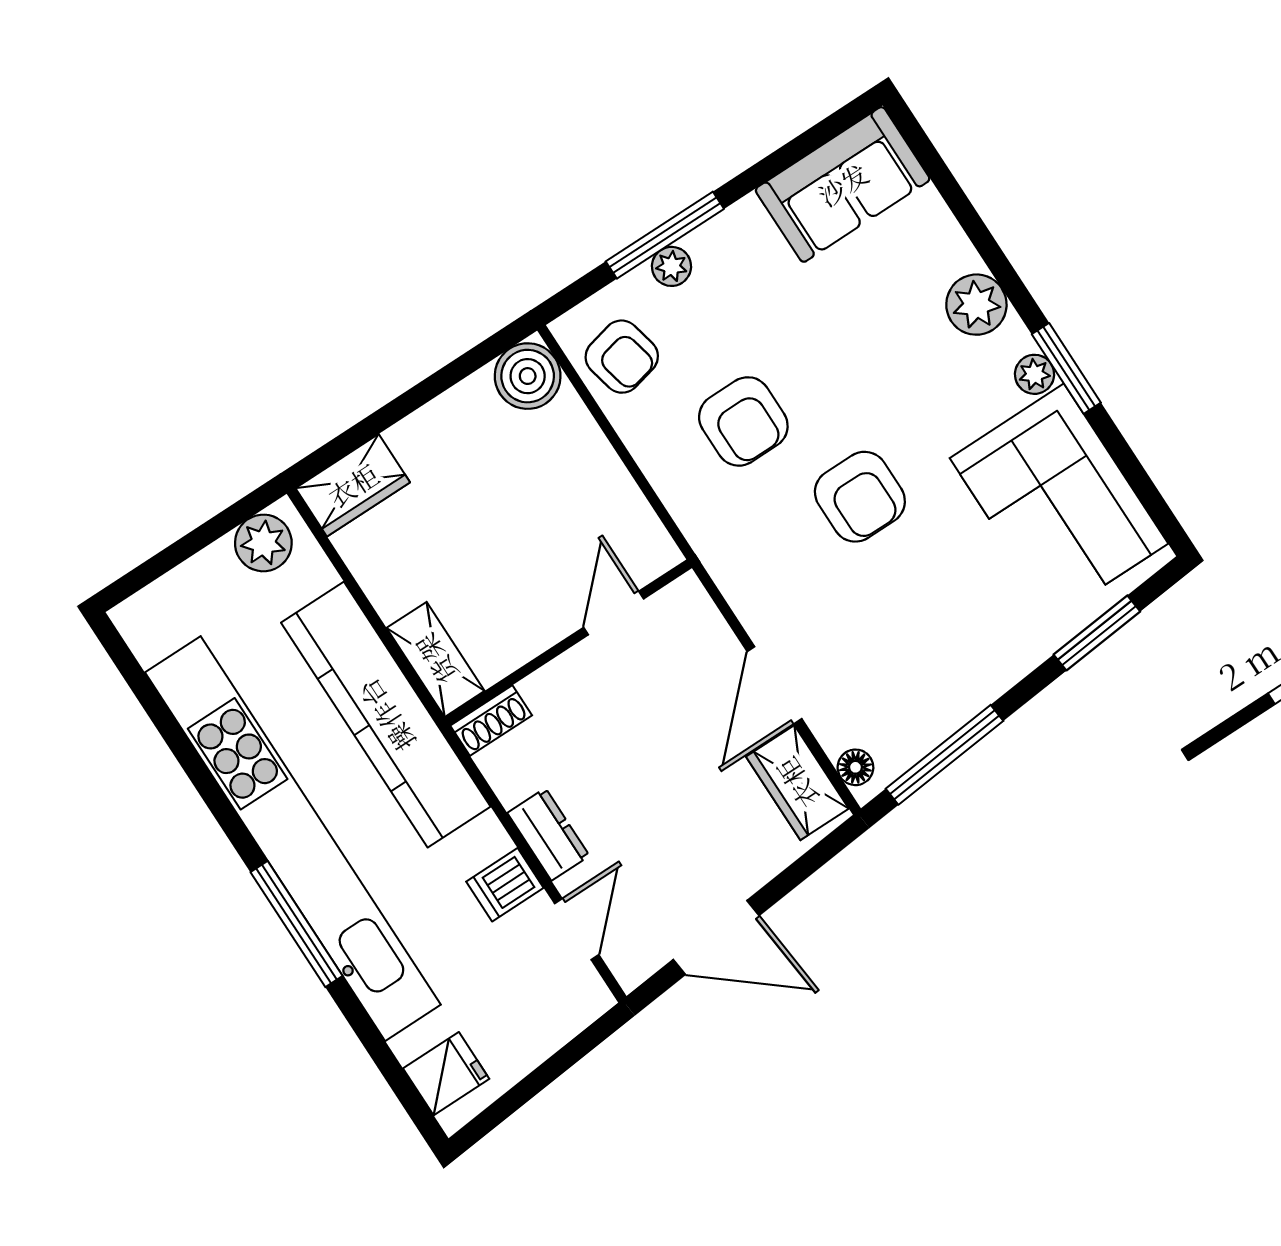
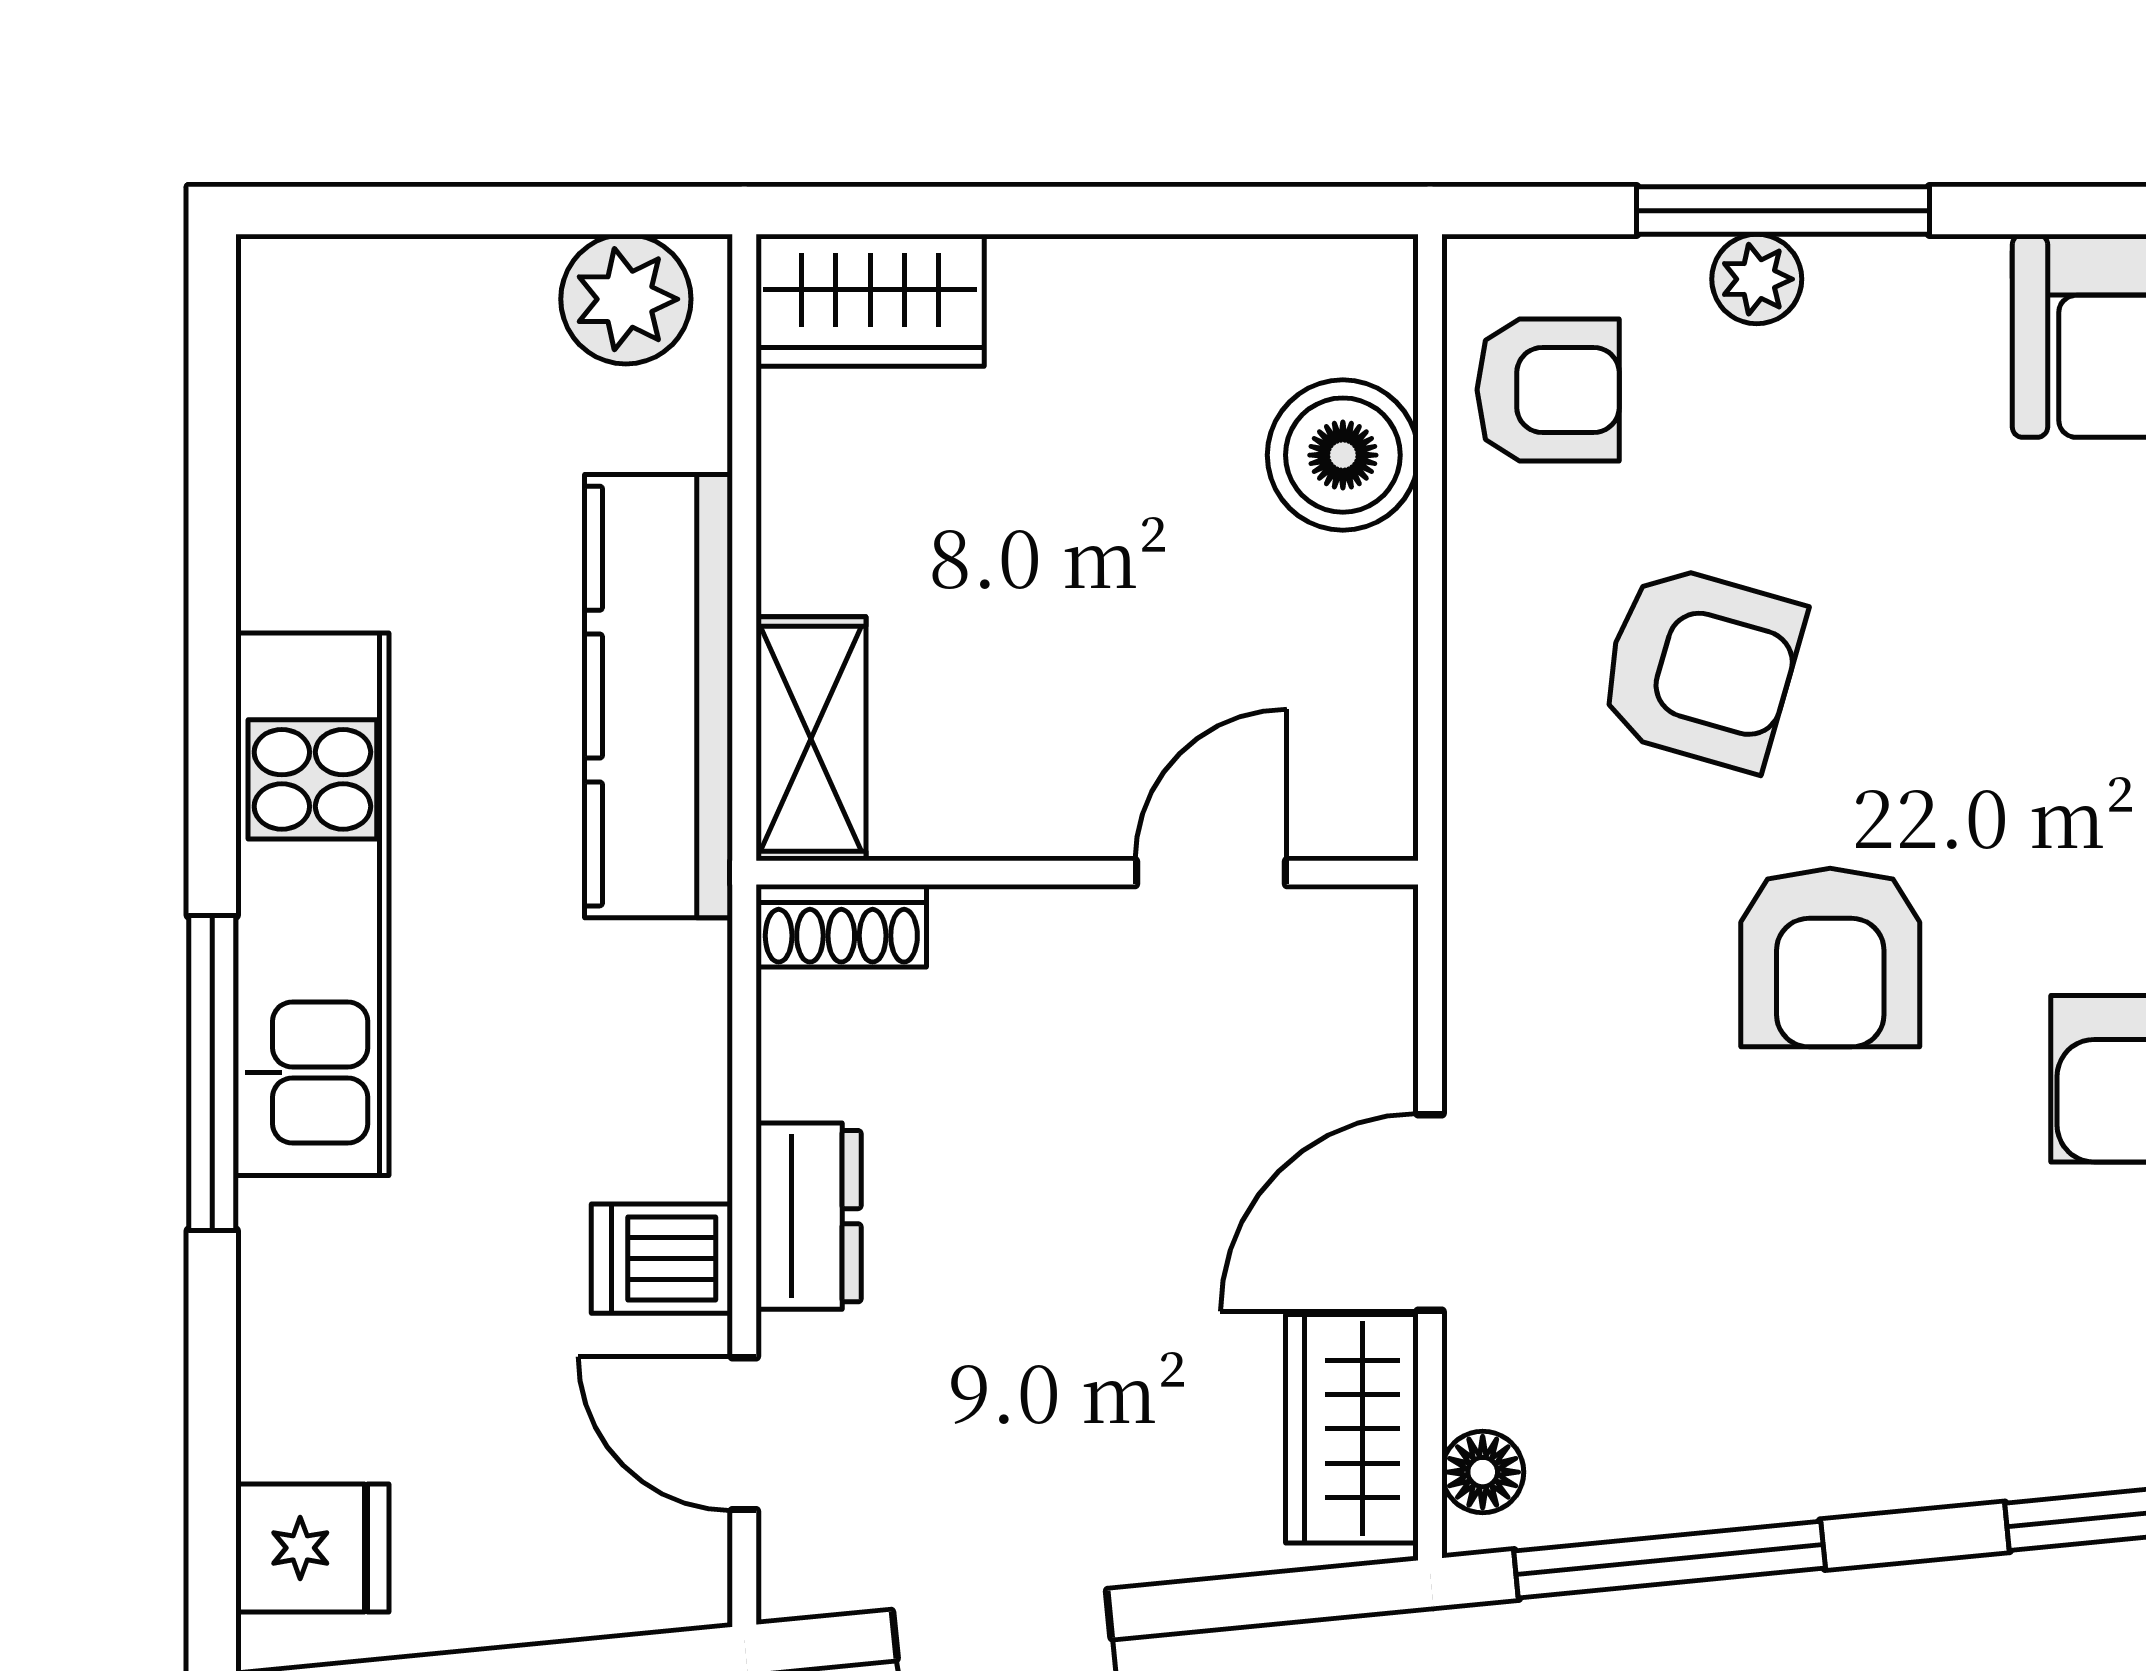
armchair: (622, 357) -> (1548, 390), turned -77
boiler: (528, 376) -> (1343, 455), moved
armchair: (743, 421) -> (1700, 667), turned -74
kitchen counter: (386, 715) -> (659, 696), width x0.72, depth x0.86
kitchen unit: (293, 839) -> (312, 904), width x0.54
door: (577, 929) -> (744, 1434), swing flipped

